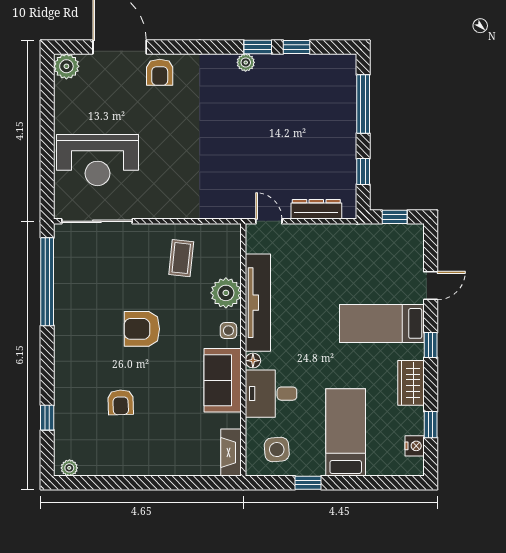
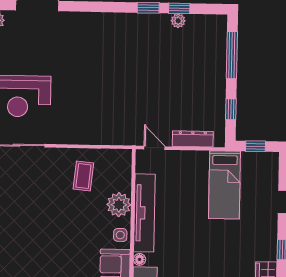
plant: (246, 62) -> (178, 21), moved
armchair: (160, 72) -> (69, 26), removed
bed: (382, 323) -> (224, 185), moved, turned -90
armchair: (142, 329) -> (51, 232), removed

